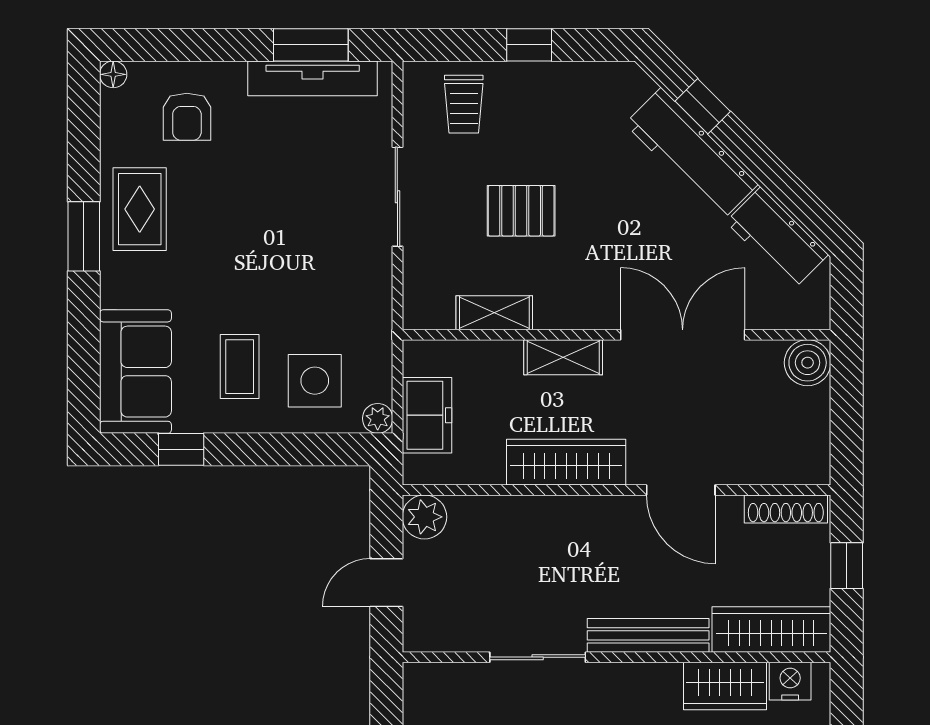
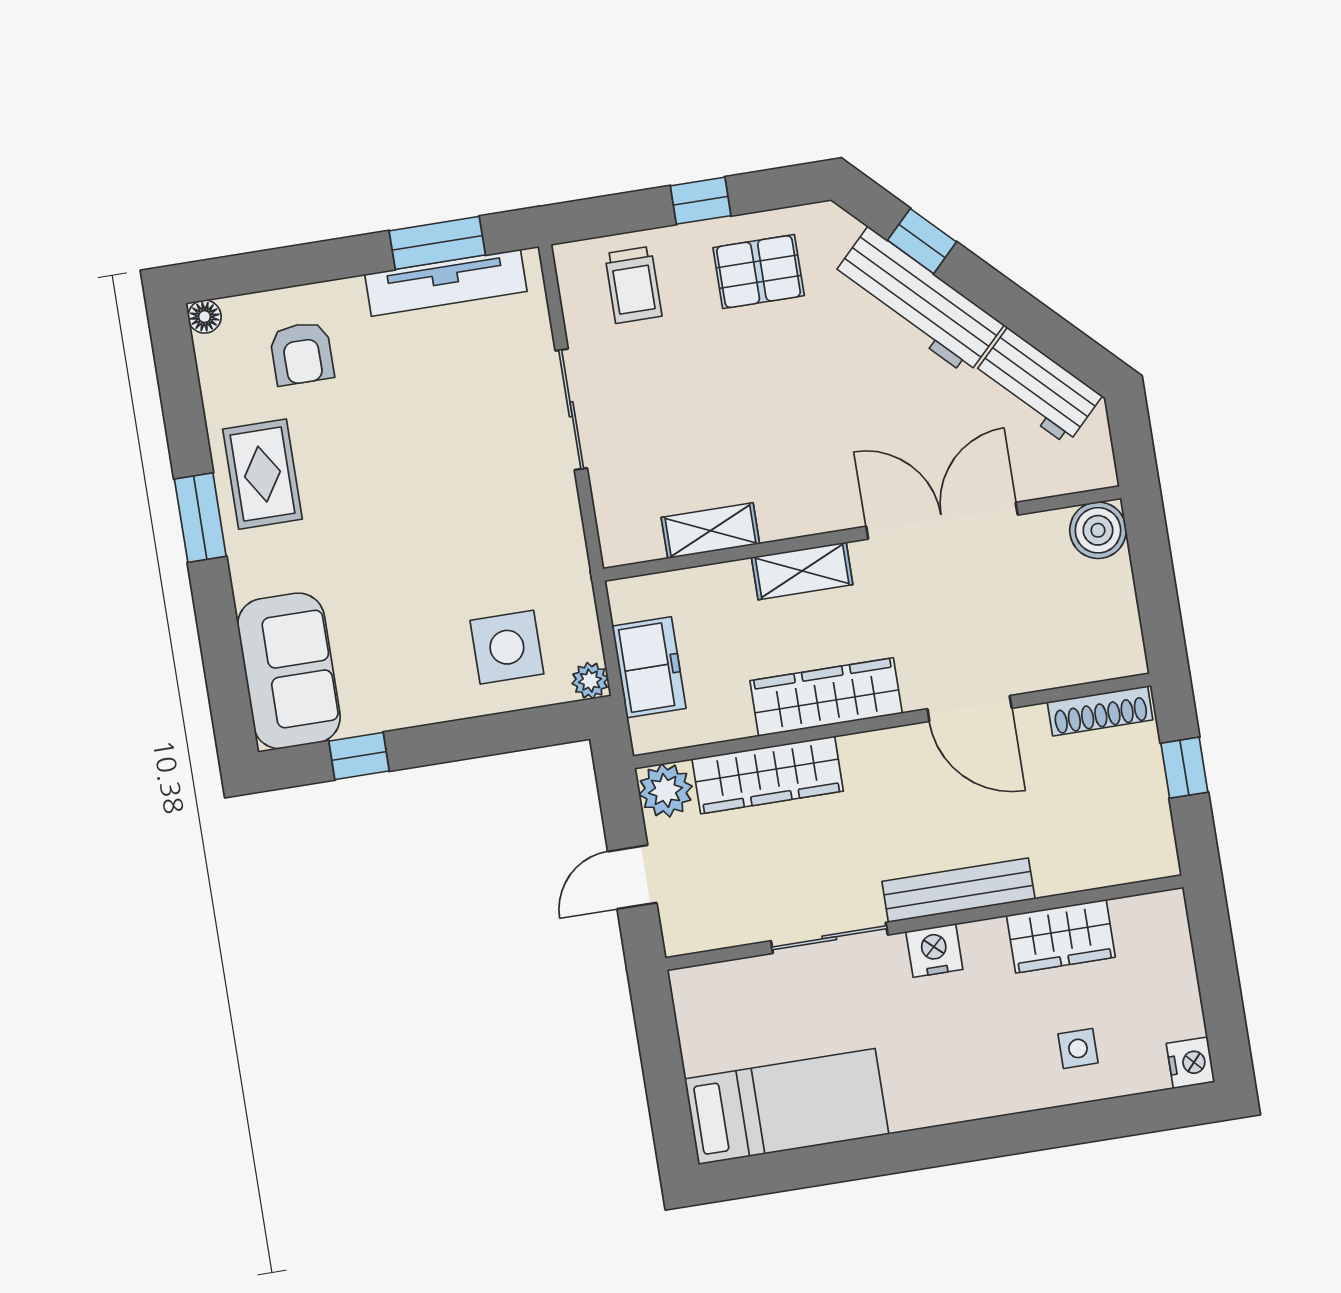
pallet: (521, 211) -> (759, 272), moved
coffee table: (240, 367) -> (414, 645), removed
wardrobe: (771, 630) -> (768, 775), moved, turned 180
nightstand: (790, 681) -> (934, 950), moved

